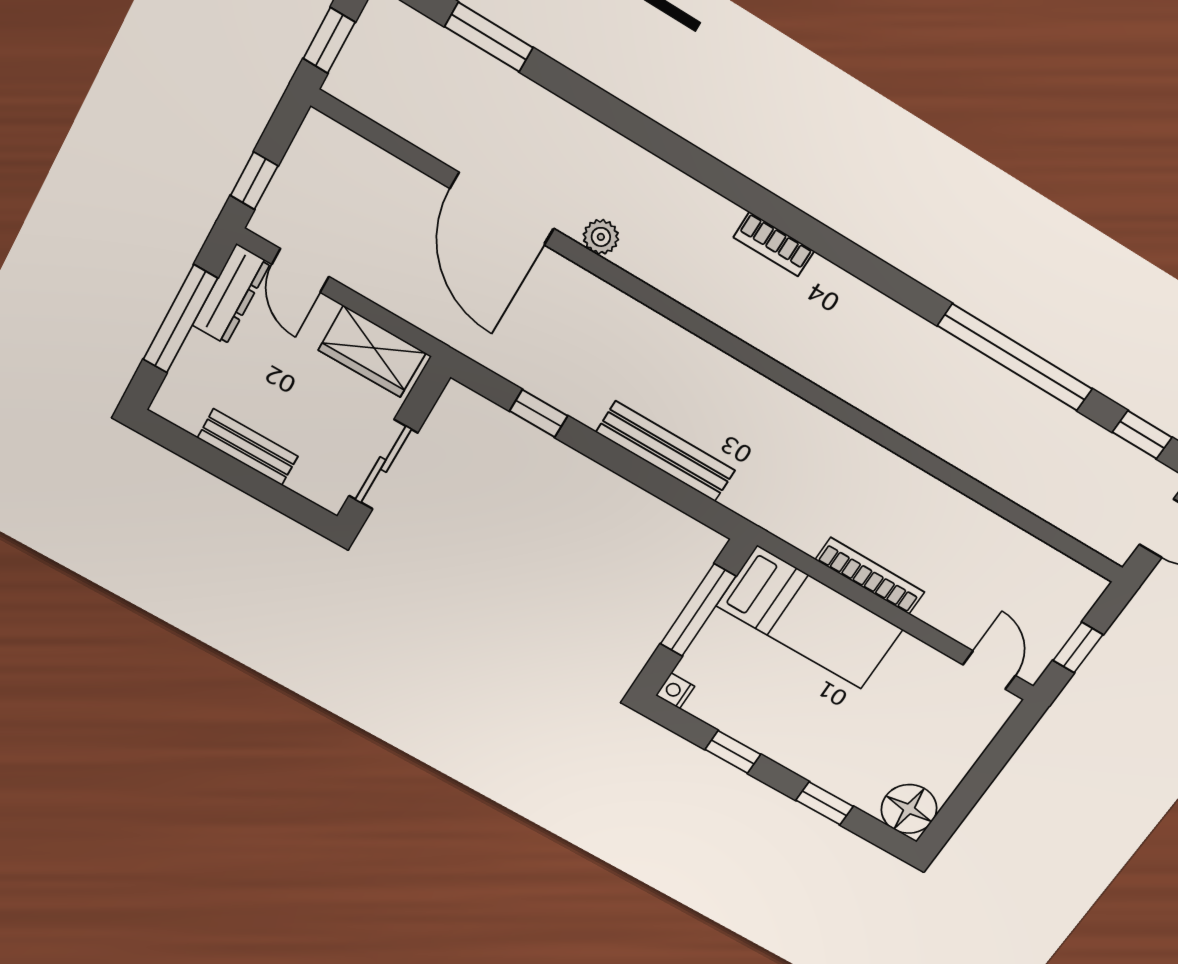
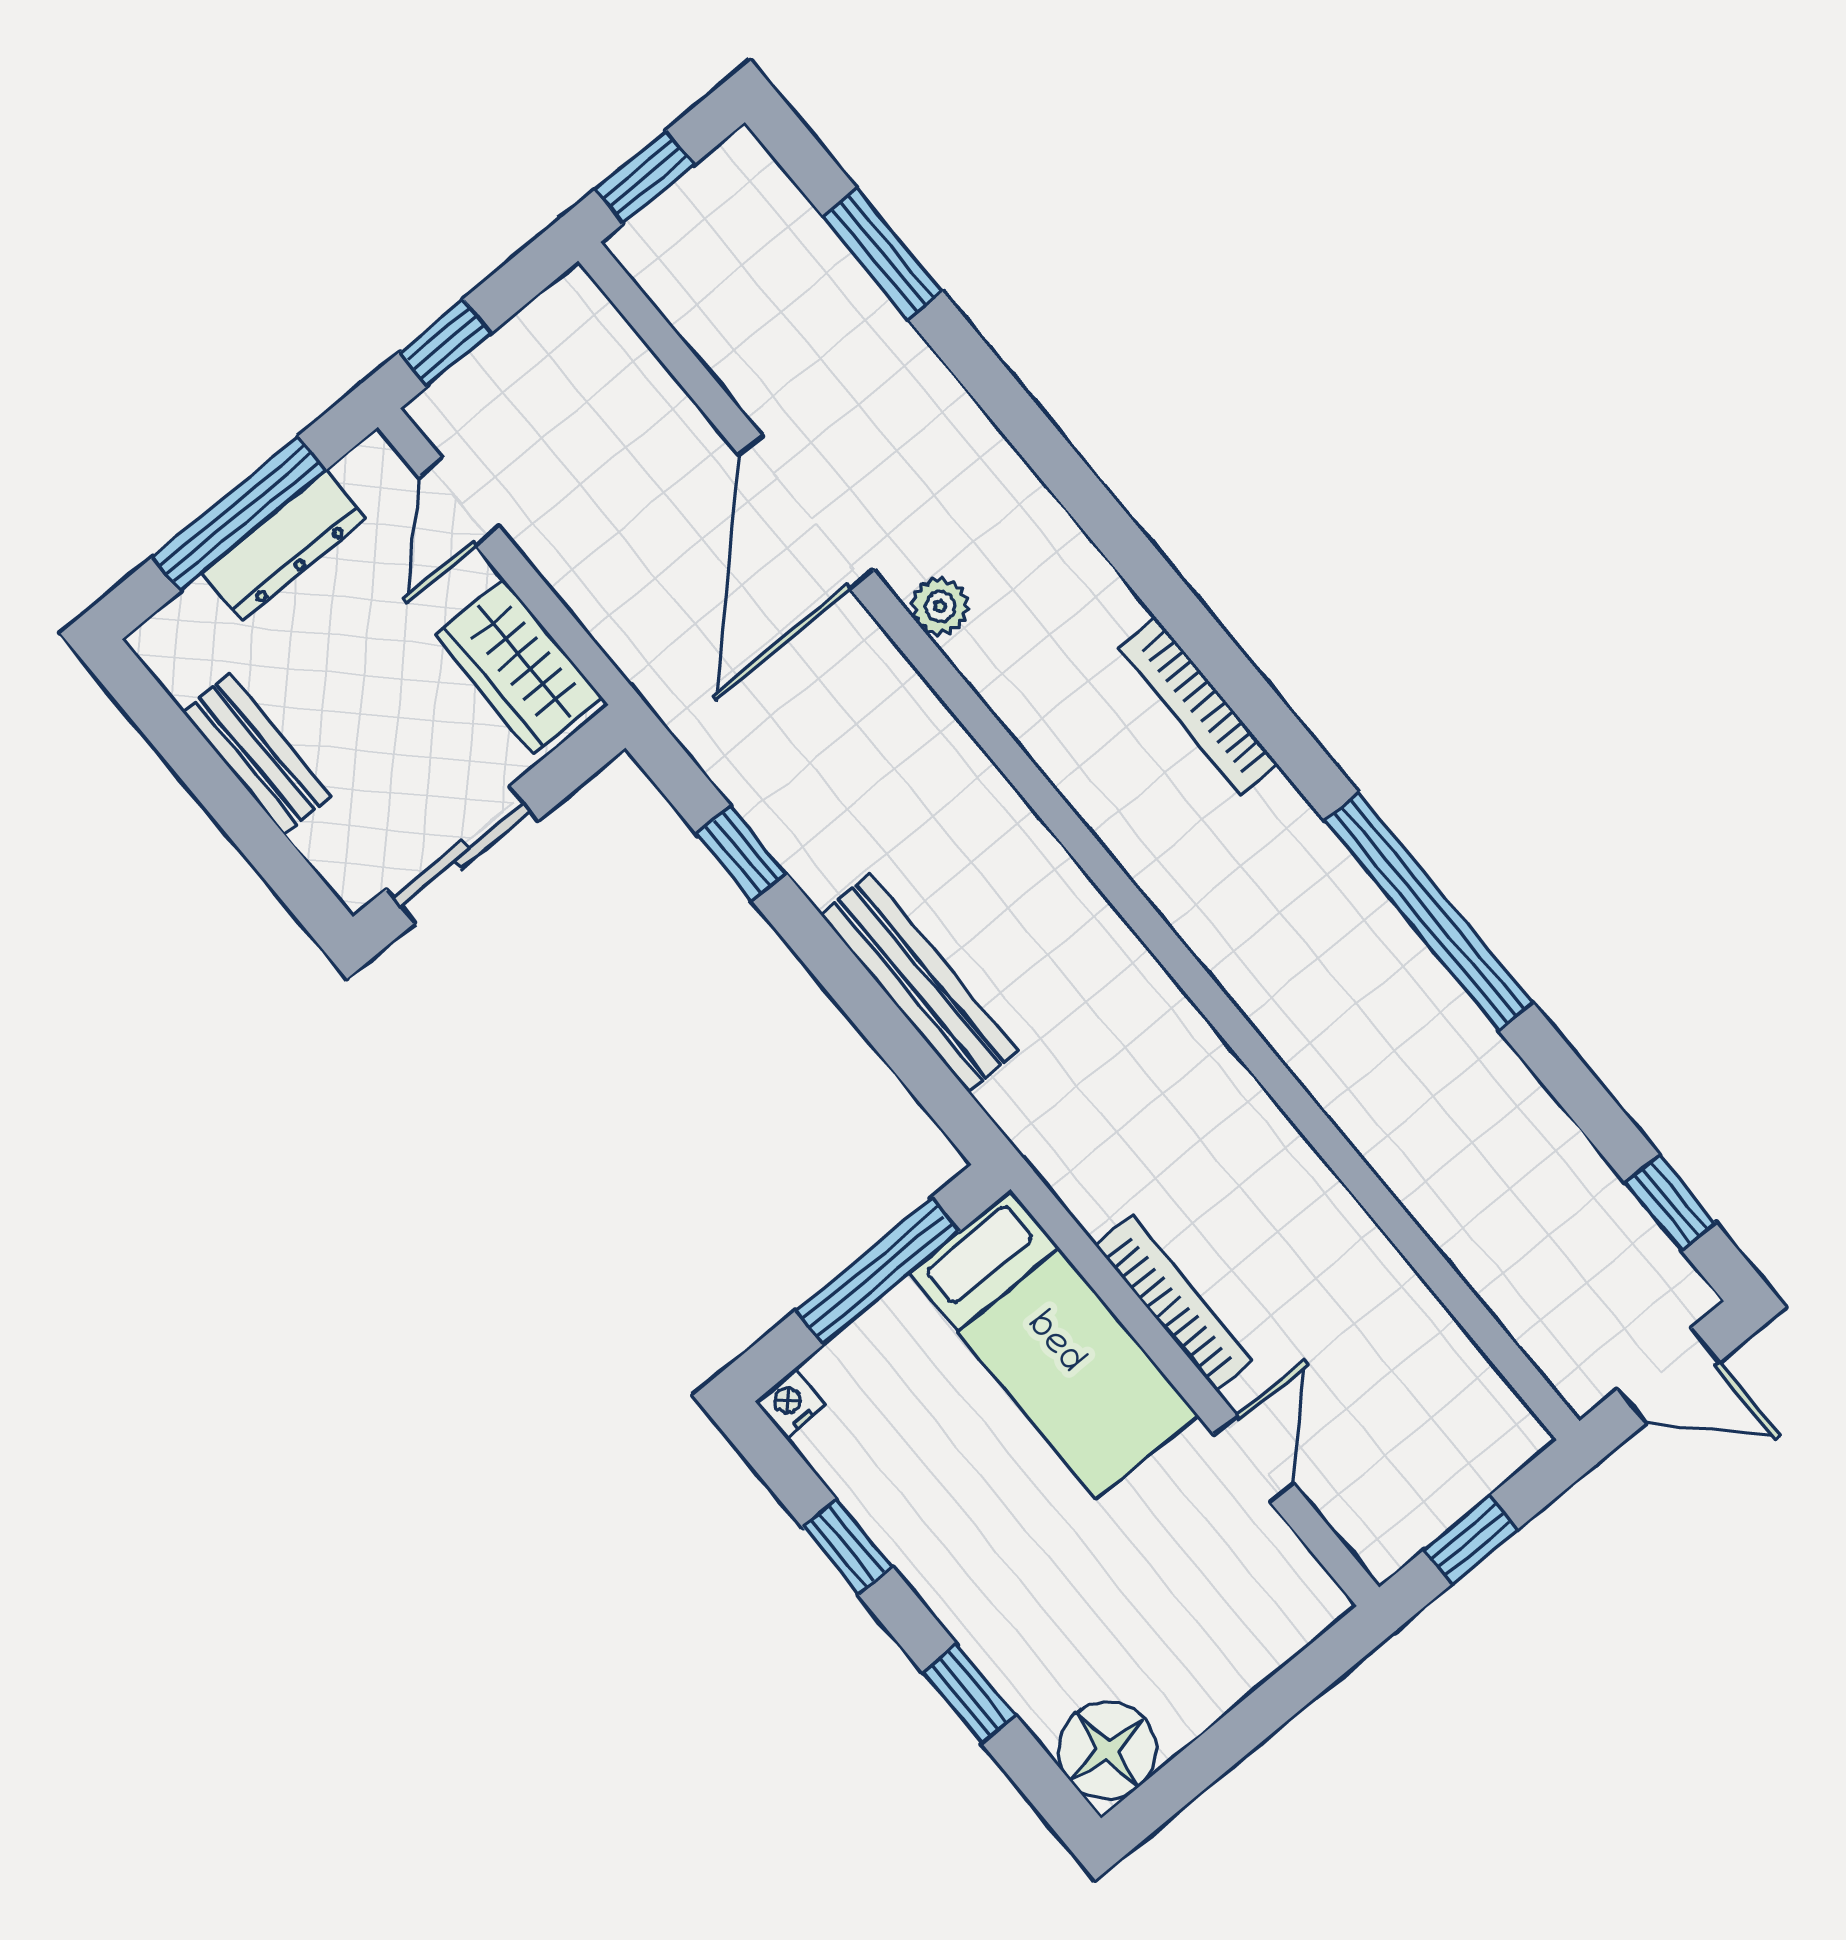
bookcase: (774, 244) -> (1198, 706), width x1.56
dresser: (231, 294) -> (284, 546), moved
window: (1015, 357) -> (1429, 911), moved
door: (989, 670) -> (1254, 1459), moved

